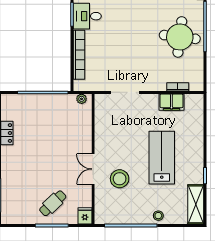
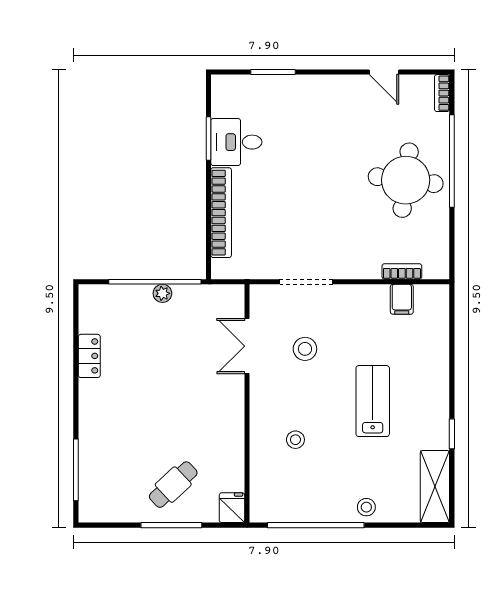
plant: (82, 99) -> (162, 293), moved
filing cabinet: (171, 102) -> (402, 299), width x0.50
stool: (125, 129) -> (305, 349), added
lab bench: (162, 158) -> (373, 401), width x0.73, depth x0.72
double door: (93, 169) -> (247, 346), moved
stool: (120, 179) -> (295, 440), width x0.53, depth x0.53

